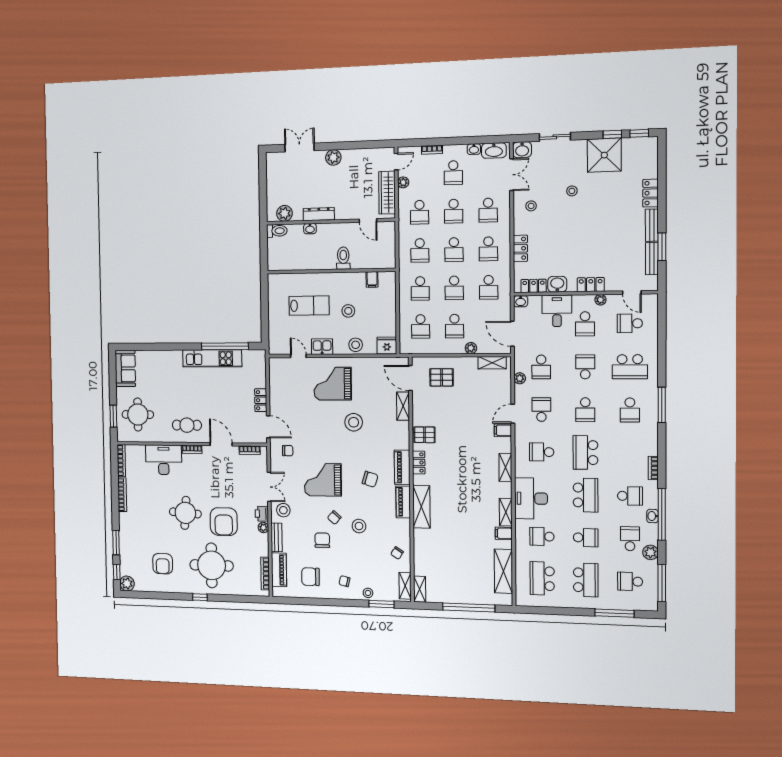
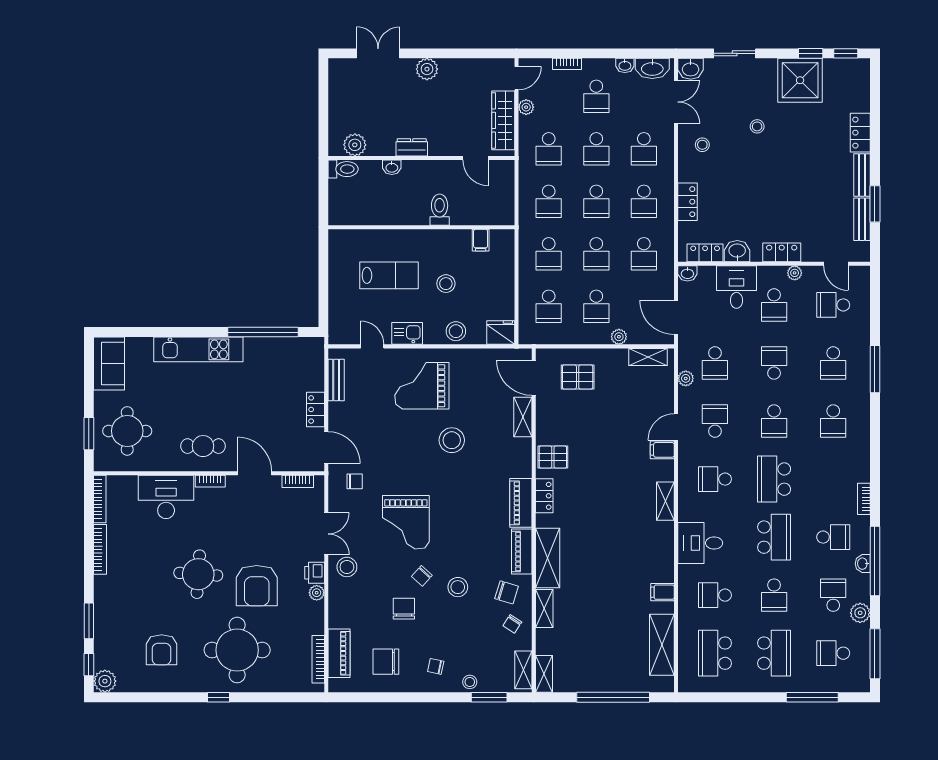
dresser: (319, 214) -> (412, 147), width x0.70
kitchen unit: (212, 358) -> (198, 349), moved
school desk: (630, 367) -> (833, 363), width x0.54
window: (662, 405) -> (875, 369), moved
chair: (370, 479) -> (507, 592), moved
grand piano: (323, 480) -> (406, 522), turned -90
desk: (531, 498) -> (700, 543), width x0.73
shelving: (506, 512) -> (544, 609), moved
bench: (277, 537) -> (336, 380), moved
school desk: (586, 538) -> (774, 595), turned 90

